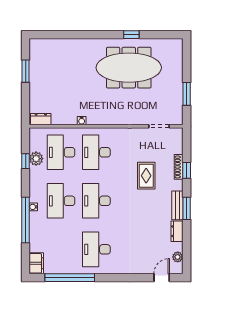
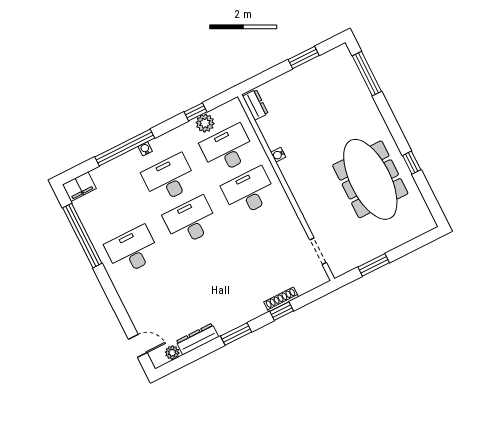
window: (57, 35) -> (367, 74), added
rug: (146, 176) -> (251, 266), removed
bench: (177, 205) -> (234, 321), removed
dresser: (177, 231) -> (197, 339), width x1.44

